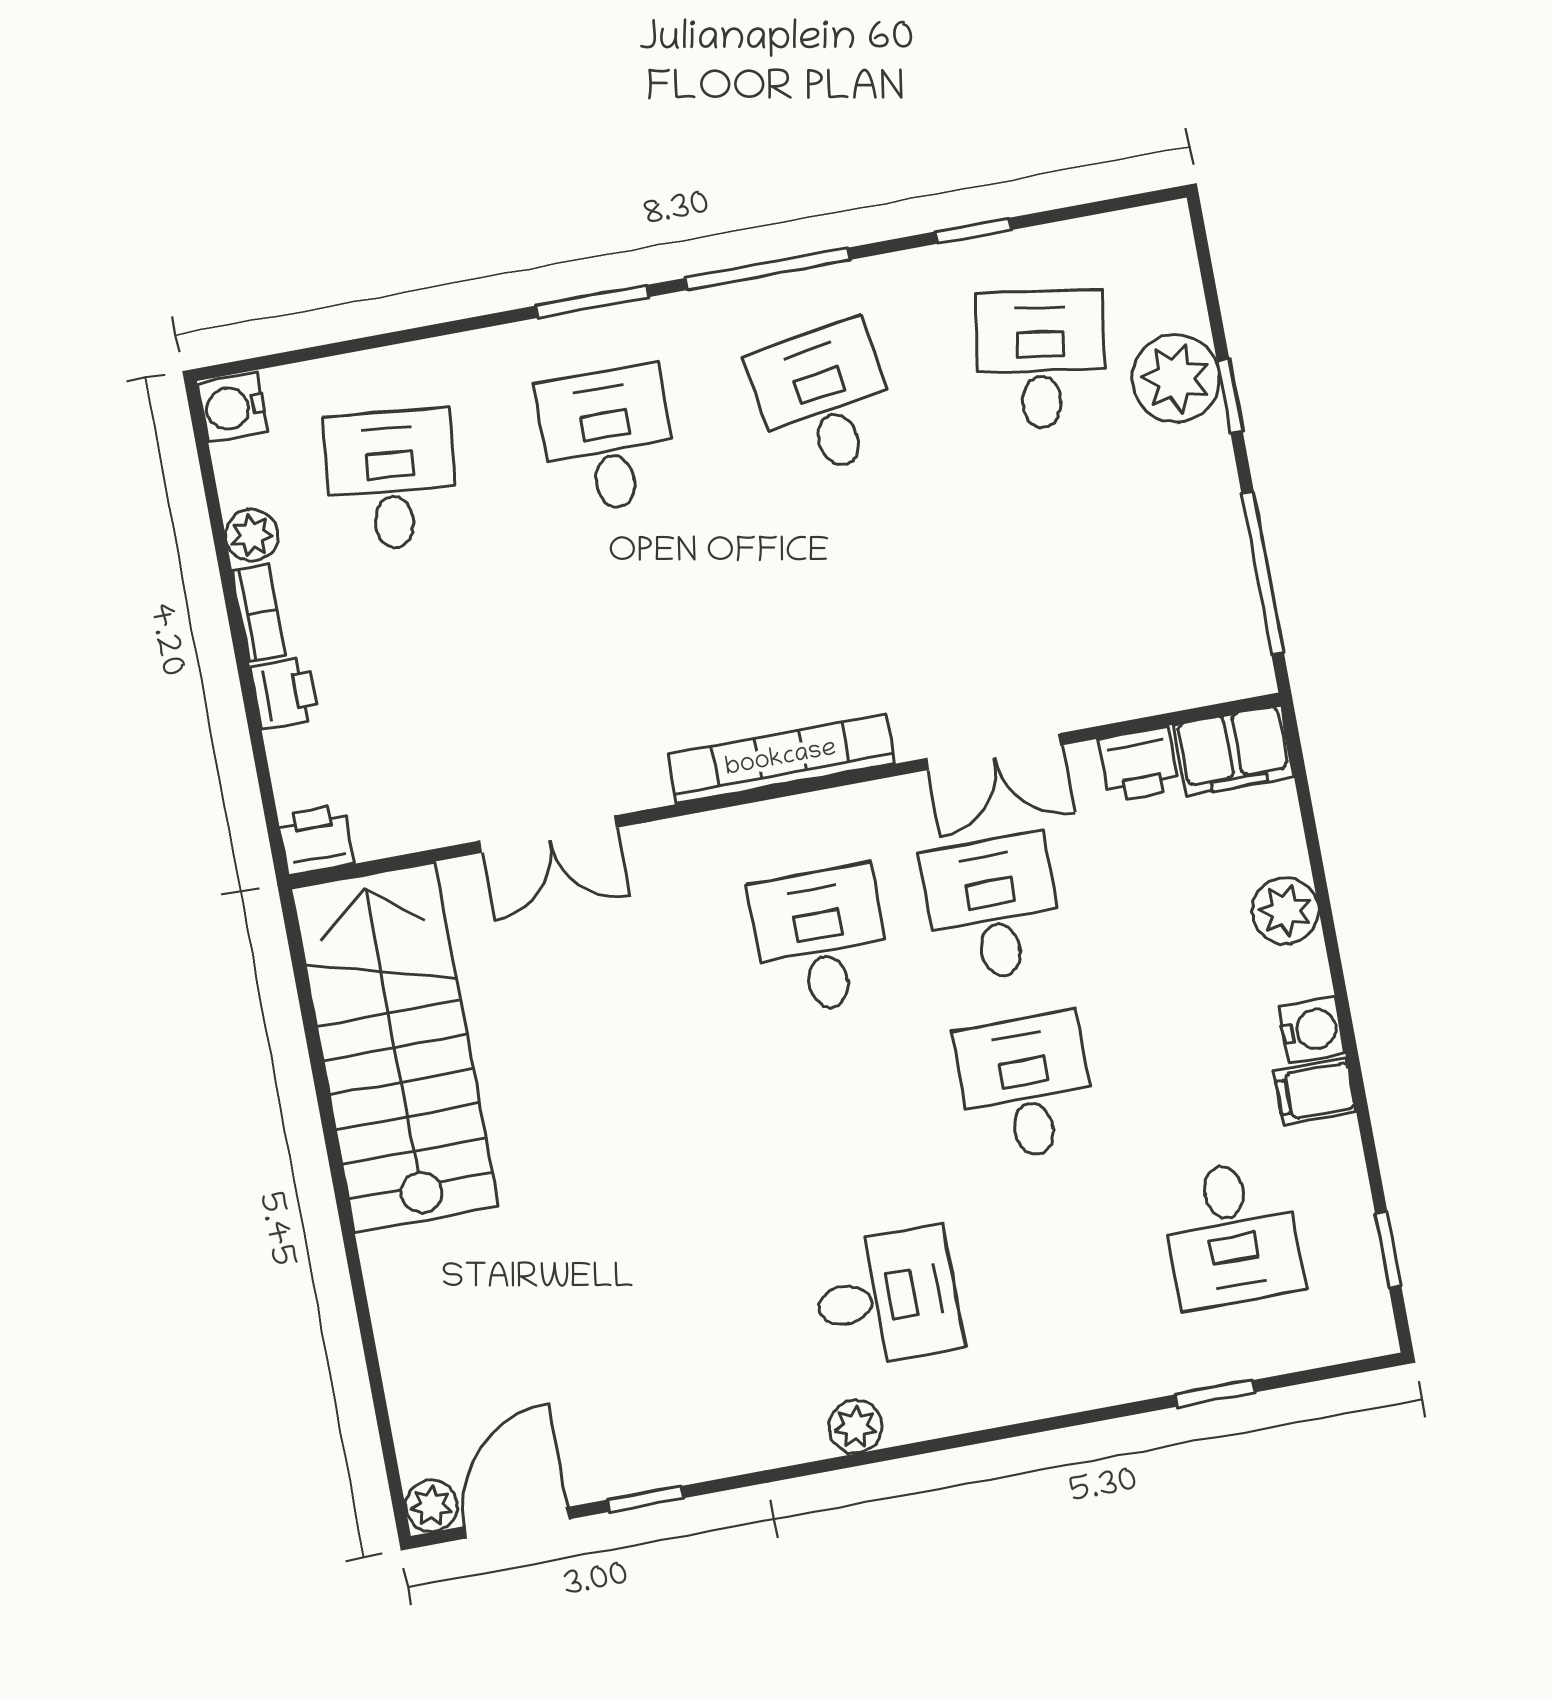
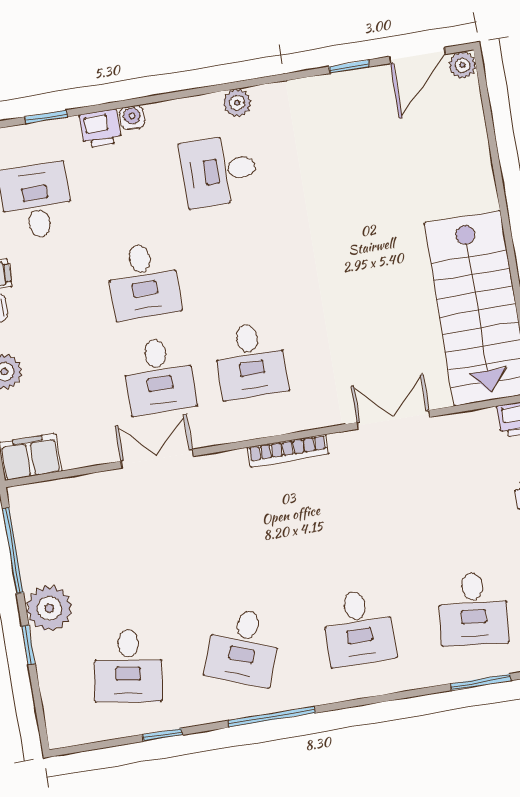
window: (592, 301) -> (481, 682), moved
plant: (1176, 378) -> (49, 608), moved
desk: (824, 400) -> (243, 647), turned 30
bookcase: (781, 759) -> (288, 451), width x0.68, depth x0.76
printer: (1139, 764) -> (100, 129), moved, turned 180
water cooler: (1053, 1395) -> (132, 118), added

